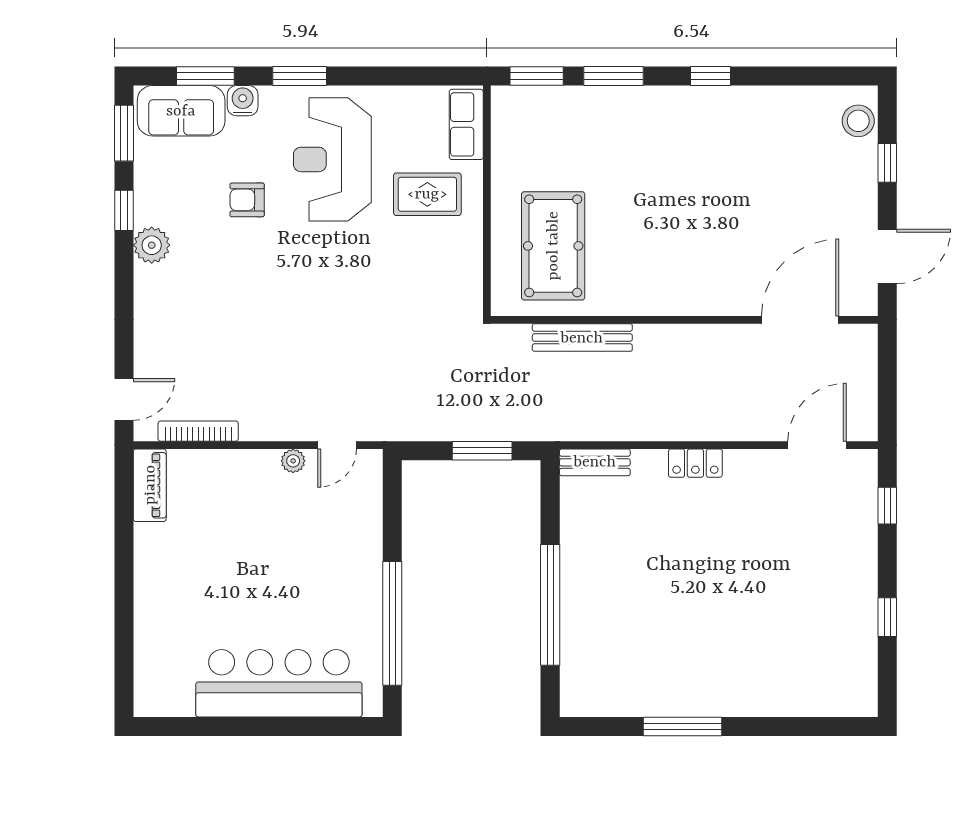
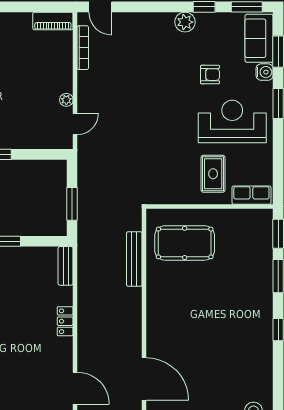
armchair: (247, 200) -> (210, 75), turned 90
door: (337, 445) -> (75, 124), swing flipped

